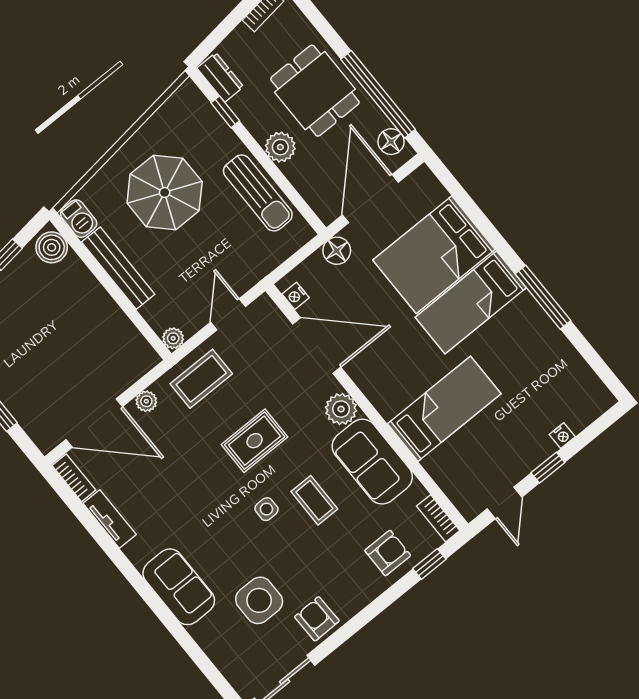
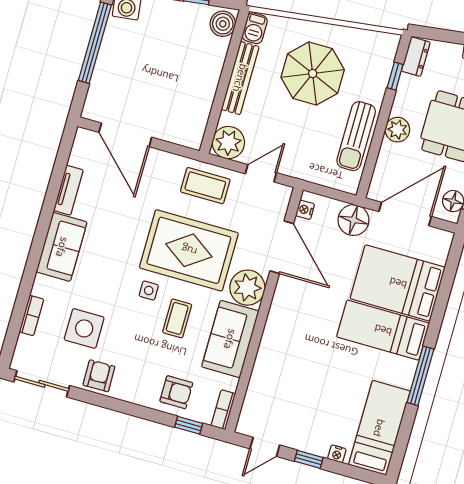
floor lamp: (337, 251) -> (353, 220), width x1.38, depth x1.38
plant: (173, 338) -> (228, 143), width x1.88, depth x1.88
plant: (146, 401) -> (164, 159), removed
plant: (341, 409) -> (247, 288), width x1.36, depth x1.36
bed: (444, 409) -> (379, 428), moved, turned -90
rug: (255, 441) -> (189, 250), width x1.86, depth x2.06
bookcase: (74, 478) -> (31, 315), moved
sofa: (179, 587) -> (62, 247), moved

